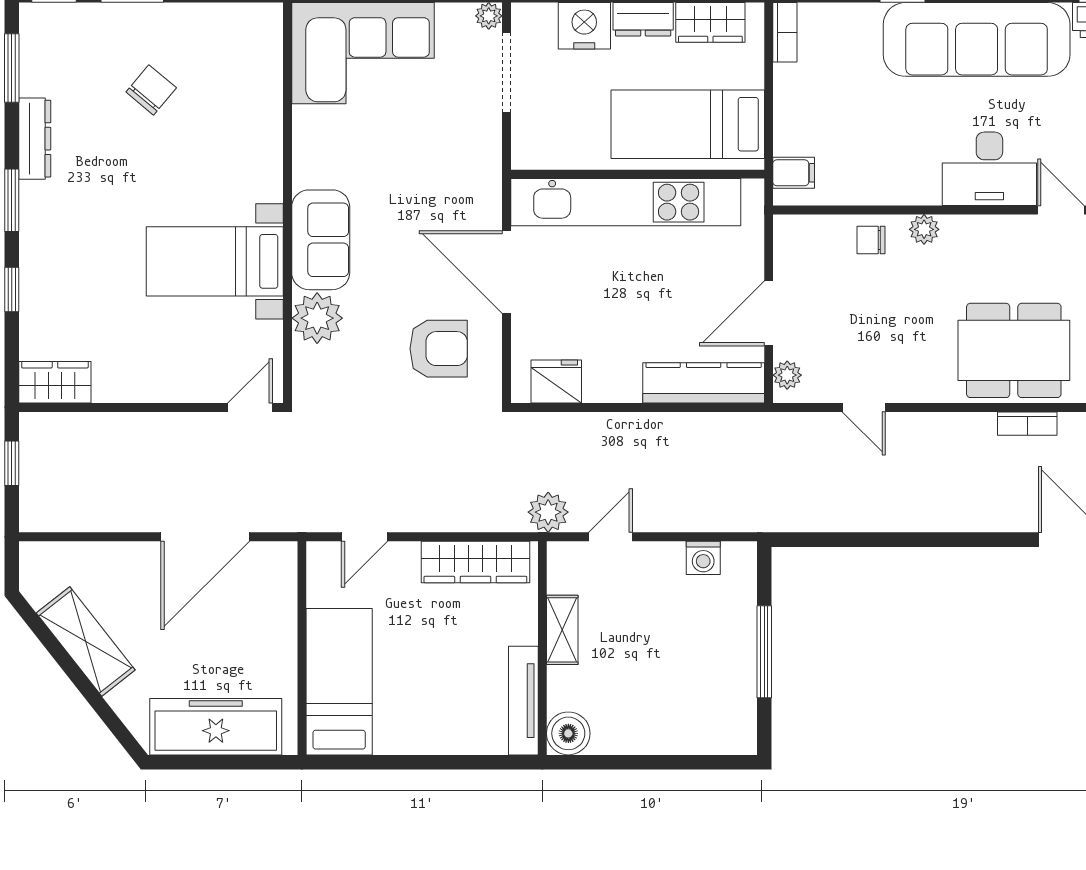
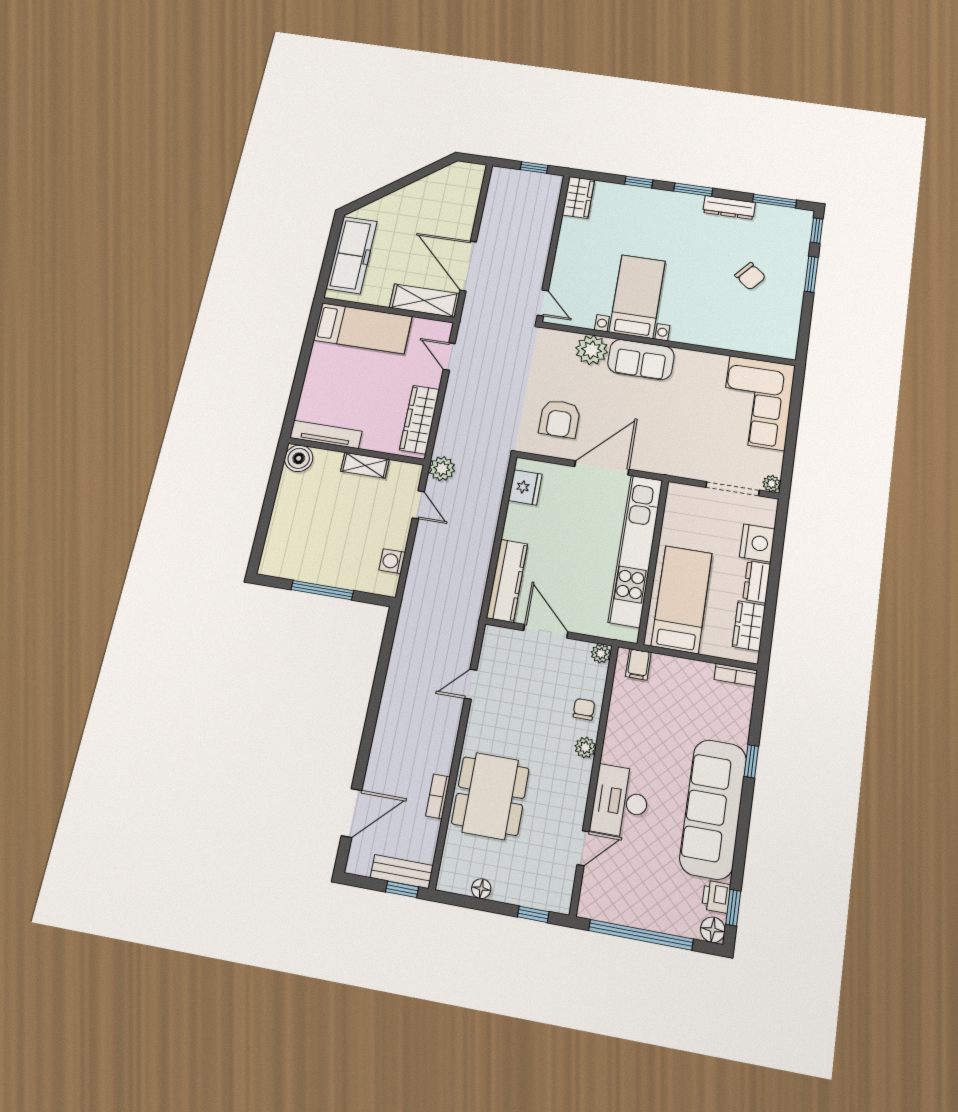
plant: (787, 375) -> (601, 653), moved
shelving: (86, 642) -> (425, 301), moved, turned 38

